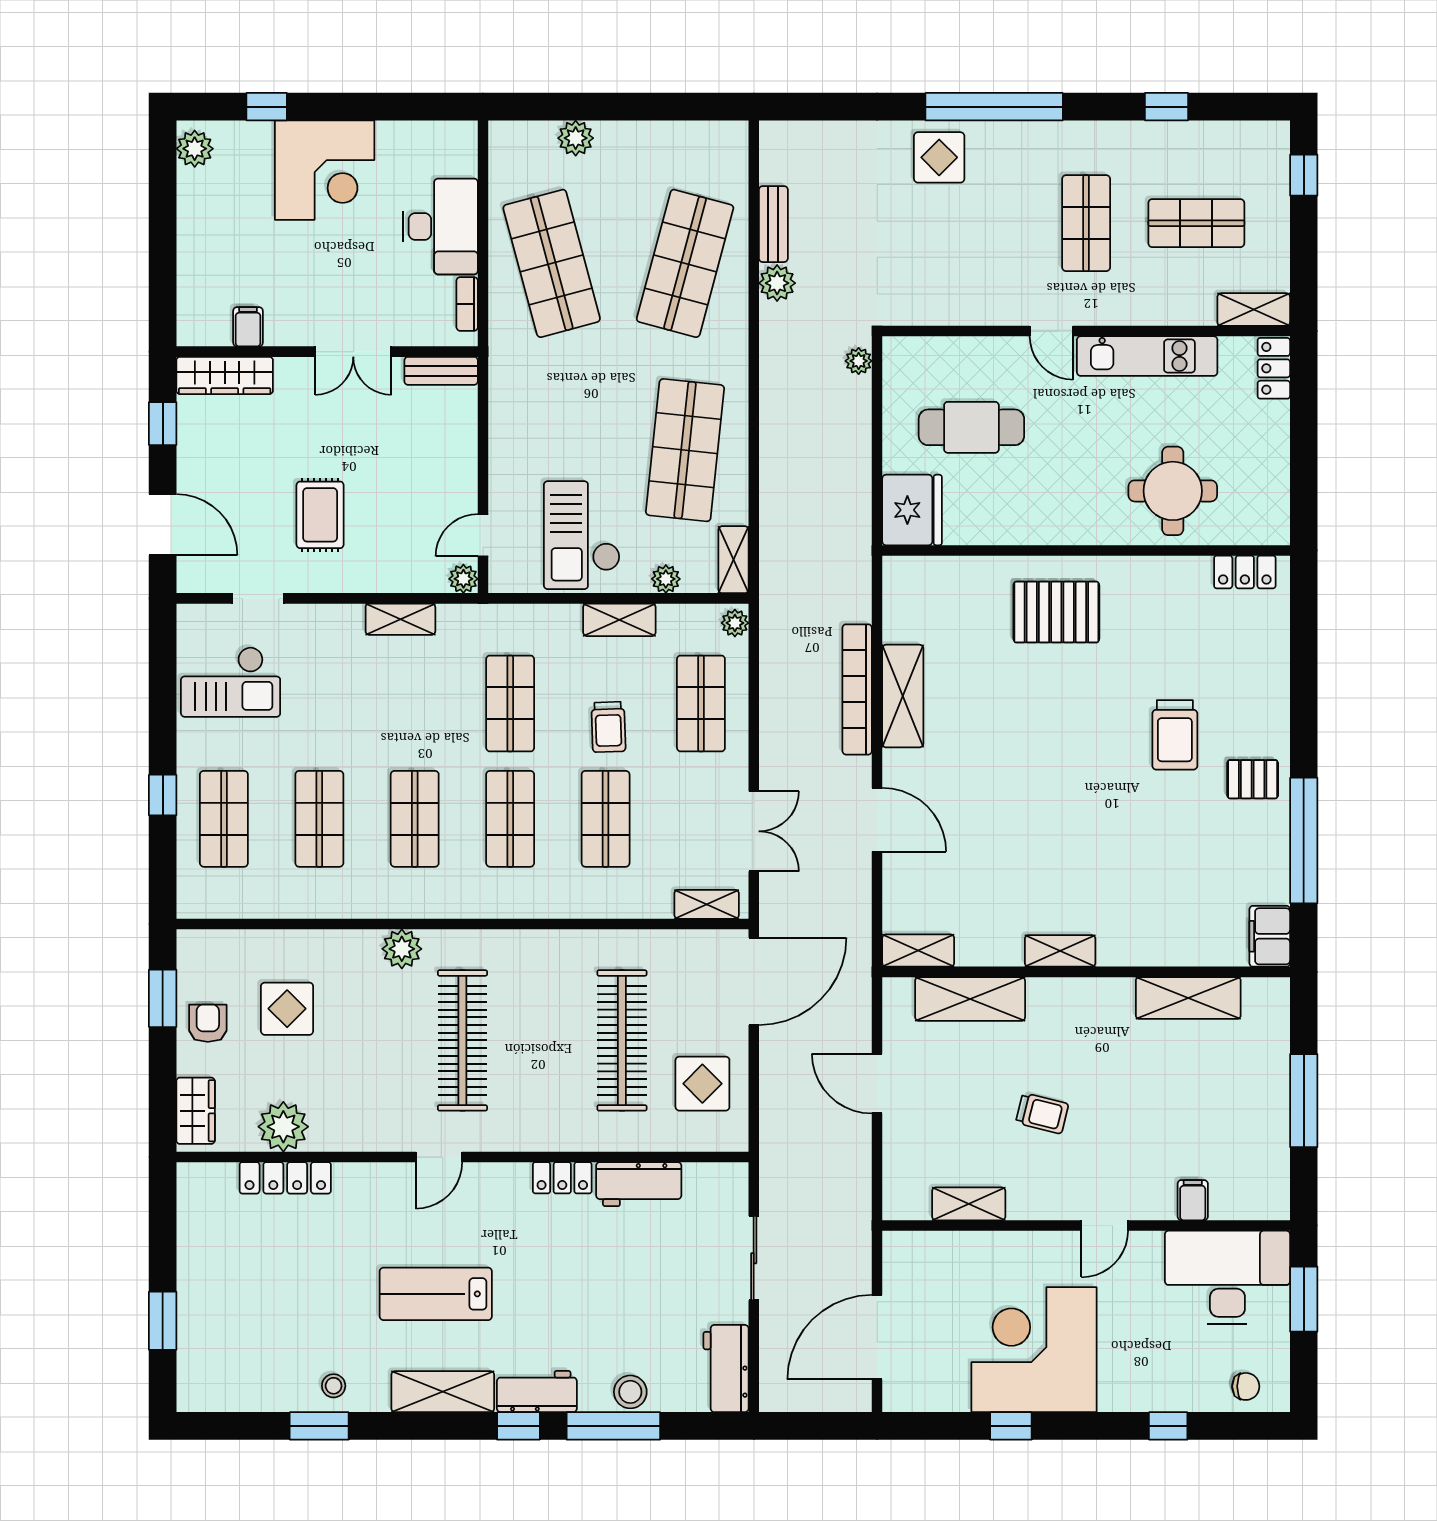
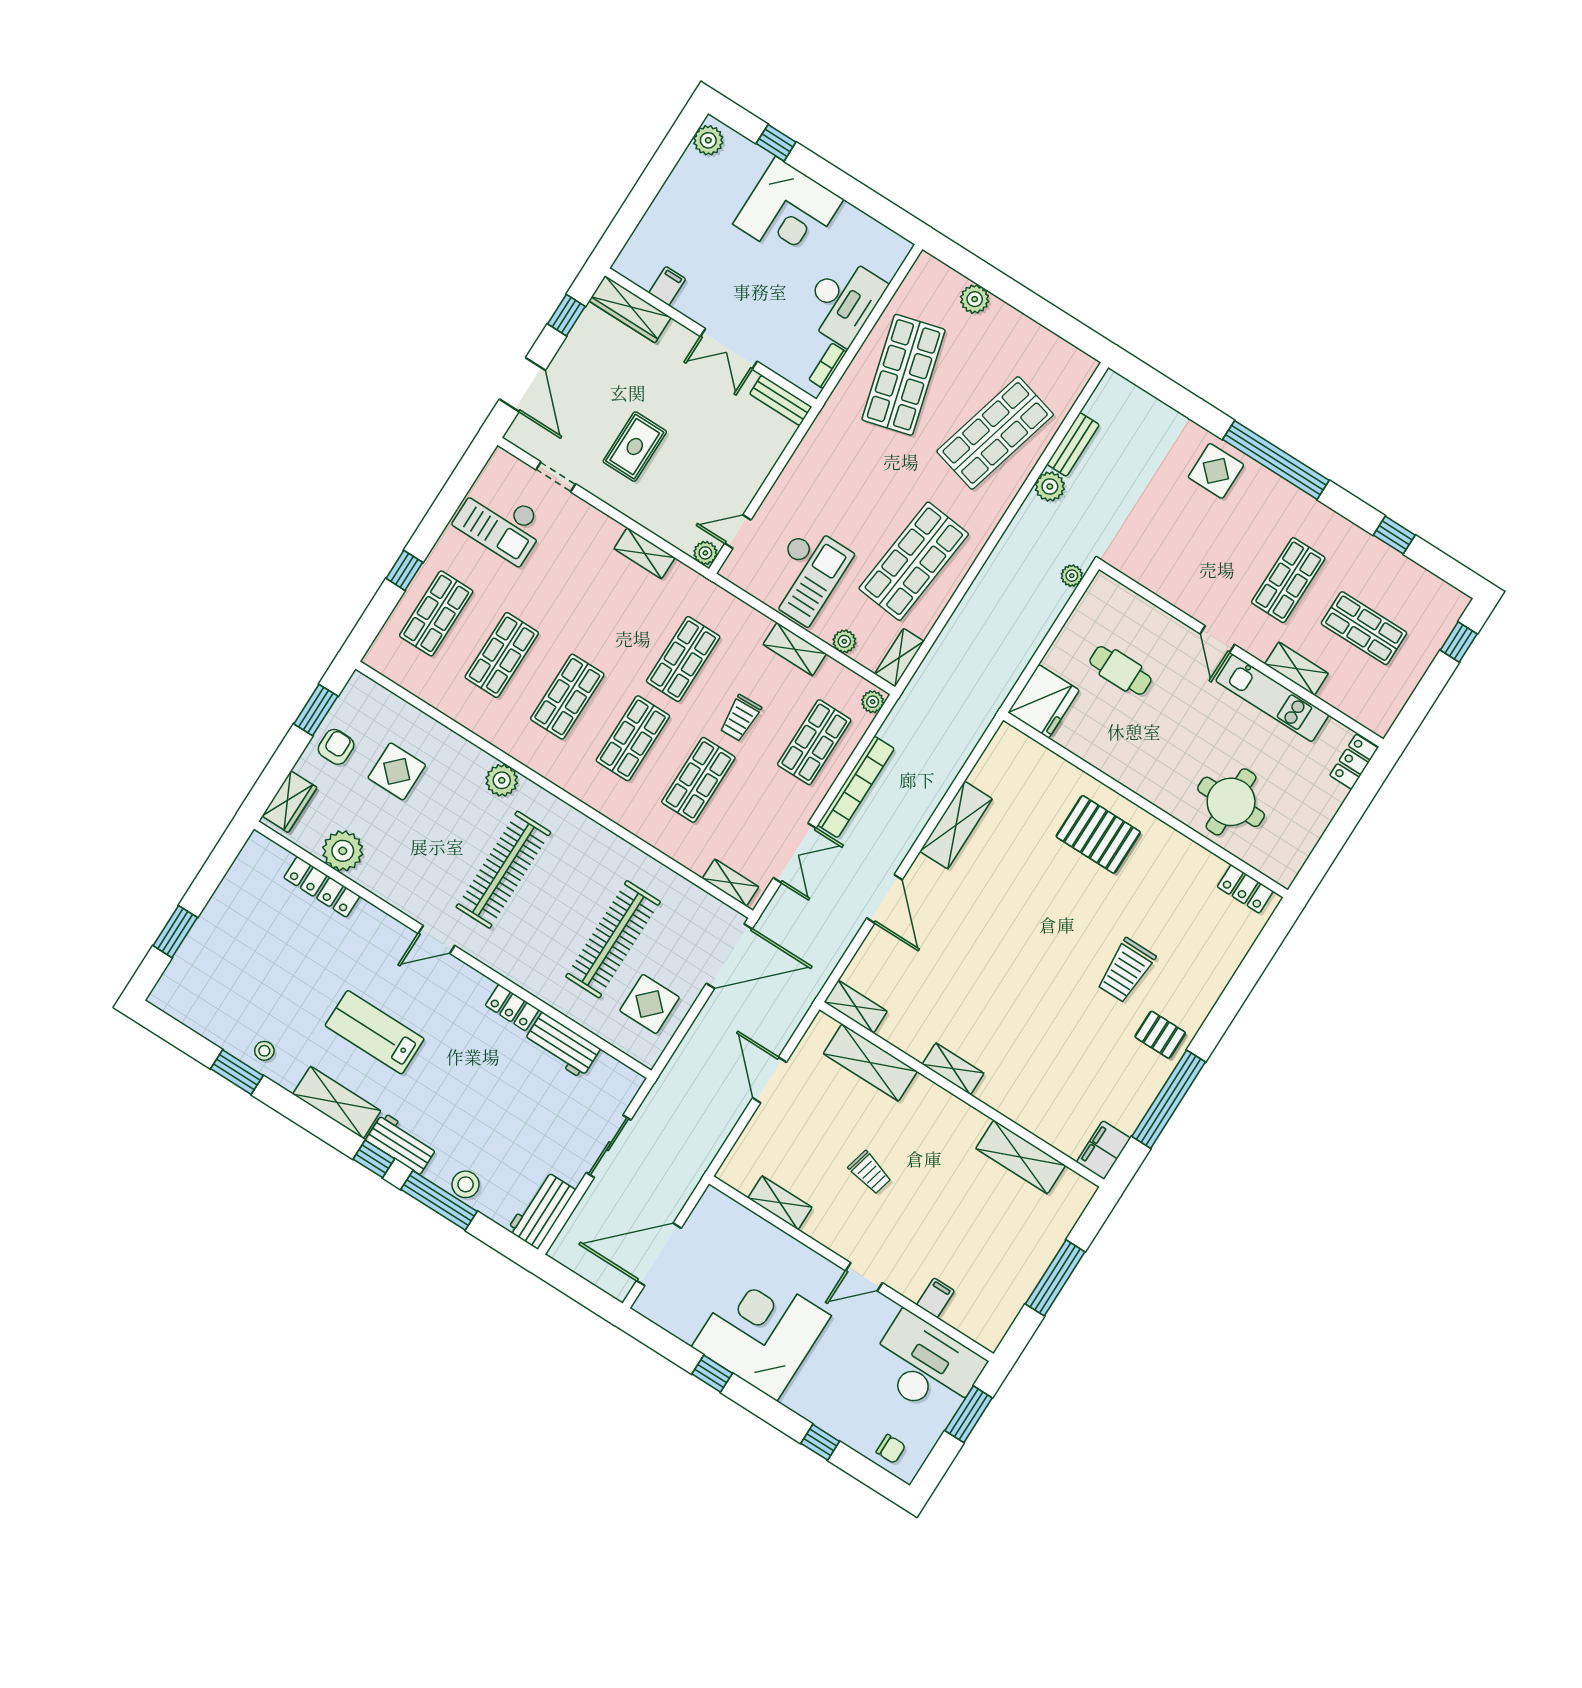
shelving: (1254, 310) -> (1296, 669), moved
cafe table: (971, 427) -> (1120, 670), width x0.73, depth x0.74
checkout: (582, 535) -> (806, 575), turned 180
bookcase: (857, 689) -> (856, 787), moved, turned 180

